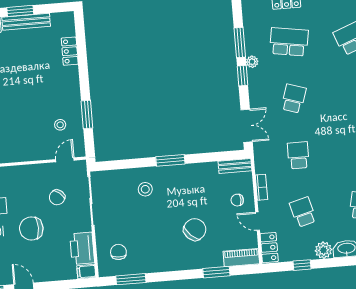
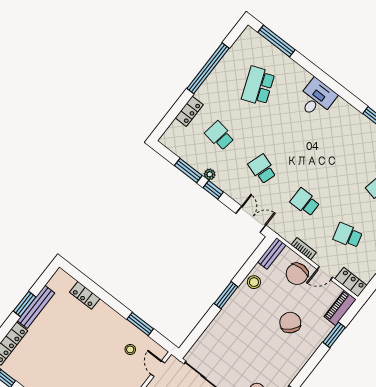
school desk: (289, 42) -> (219, 136), width x0.54
stool: (145, 189) -> (254, 282), moved
chair: (237, 200) -> (297, 274), width x1.87, depth x1.87

